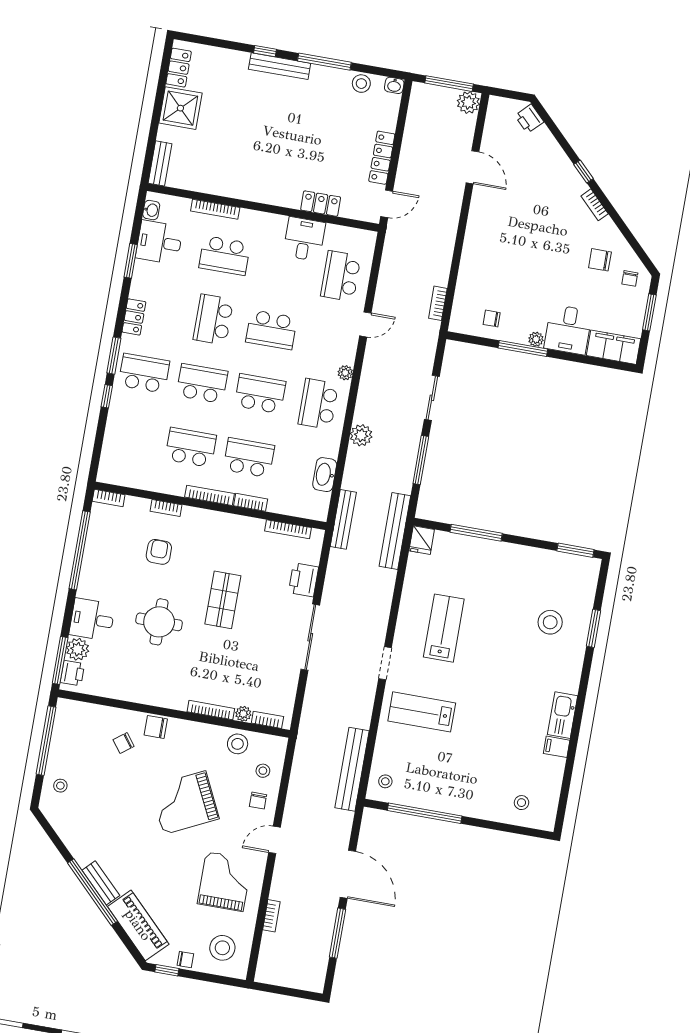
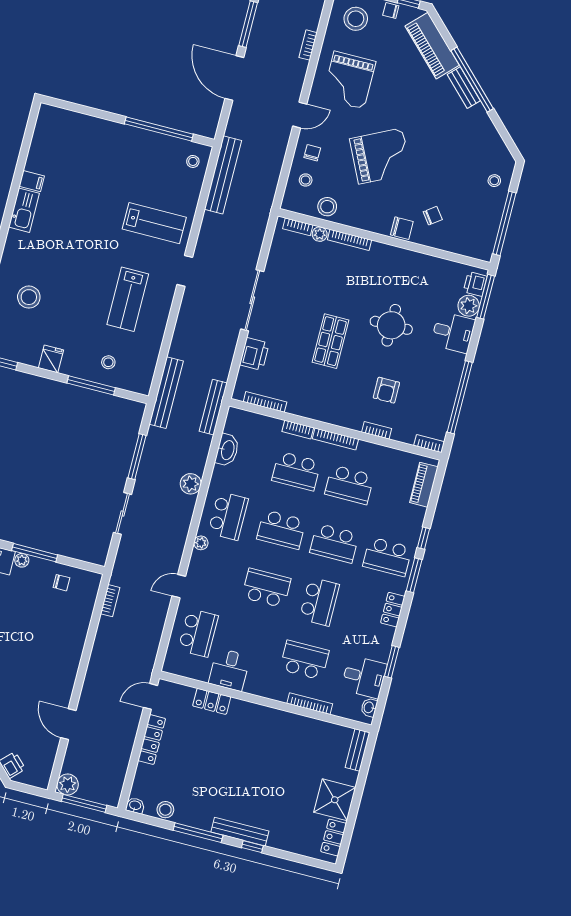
piano: (111, 454) -> (424, 485), added
fridge: (422, 540) -> (51, 359), moved
stool: (521, 803) -> (108, 362), moved

